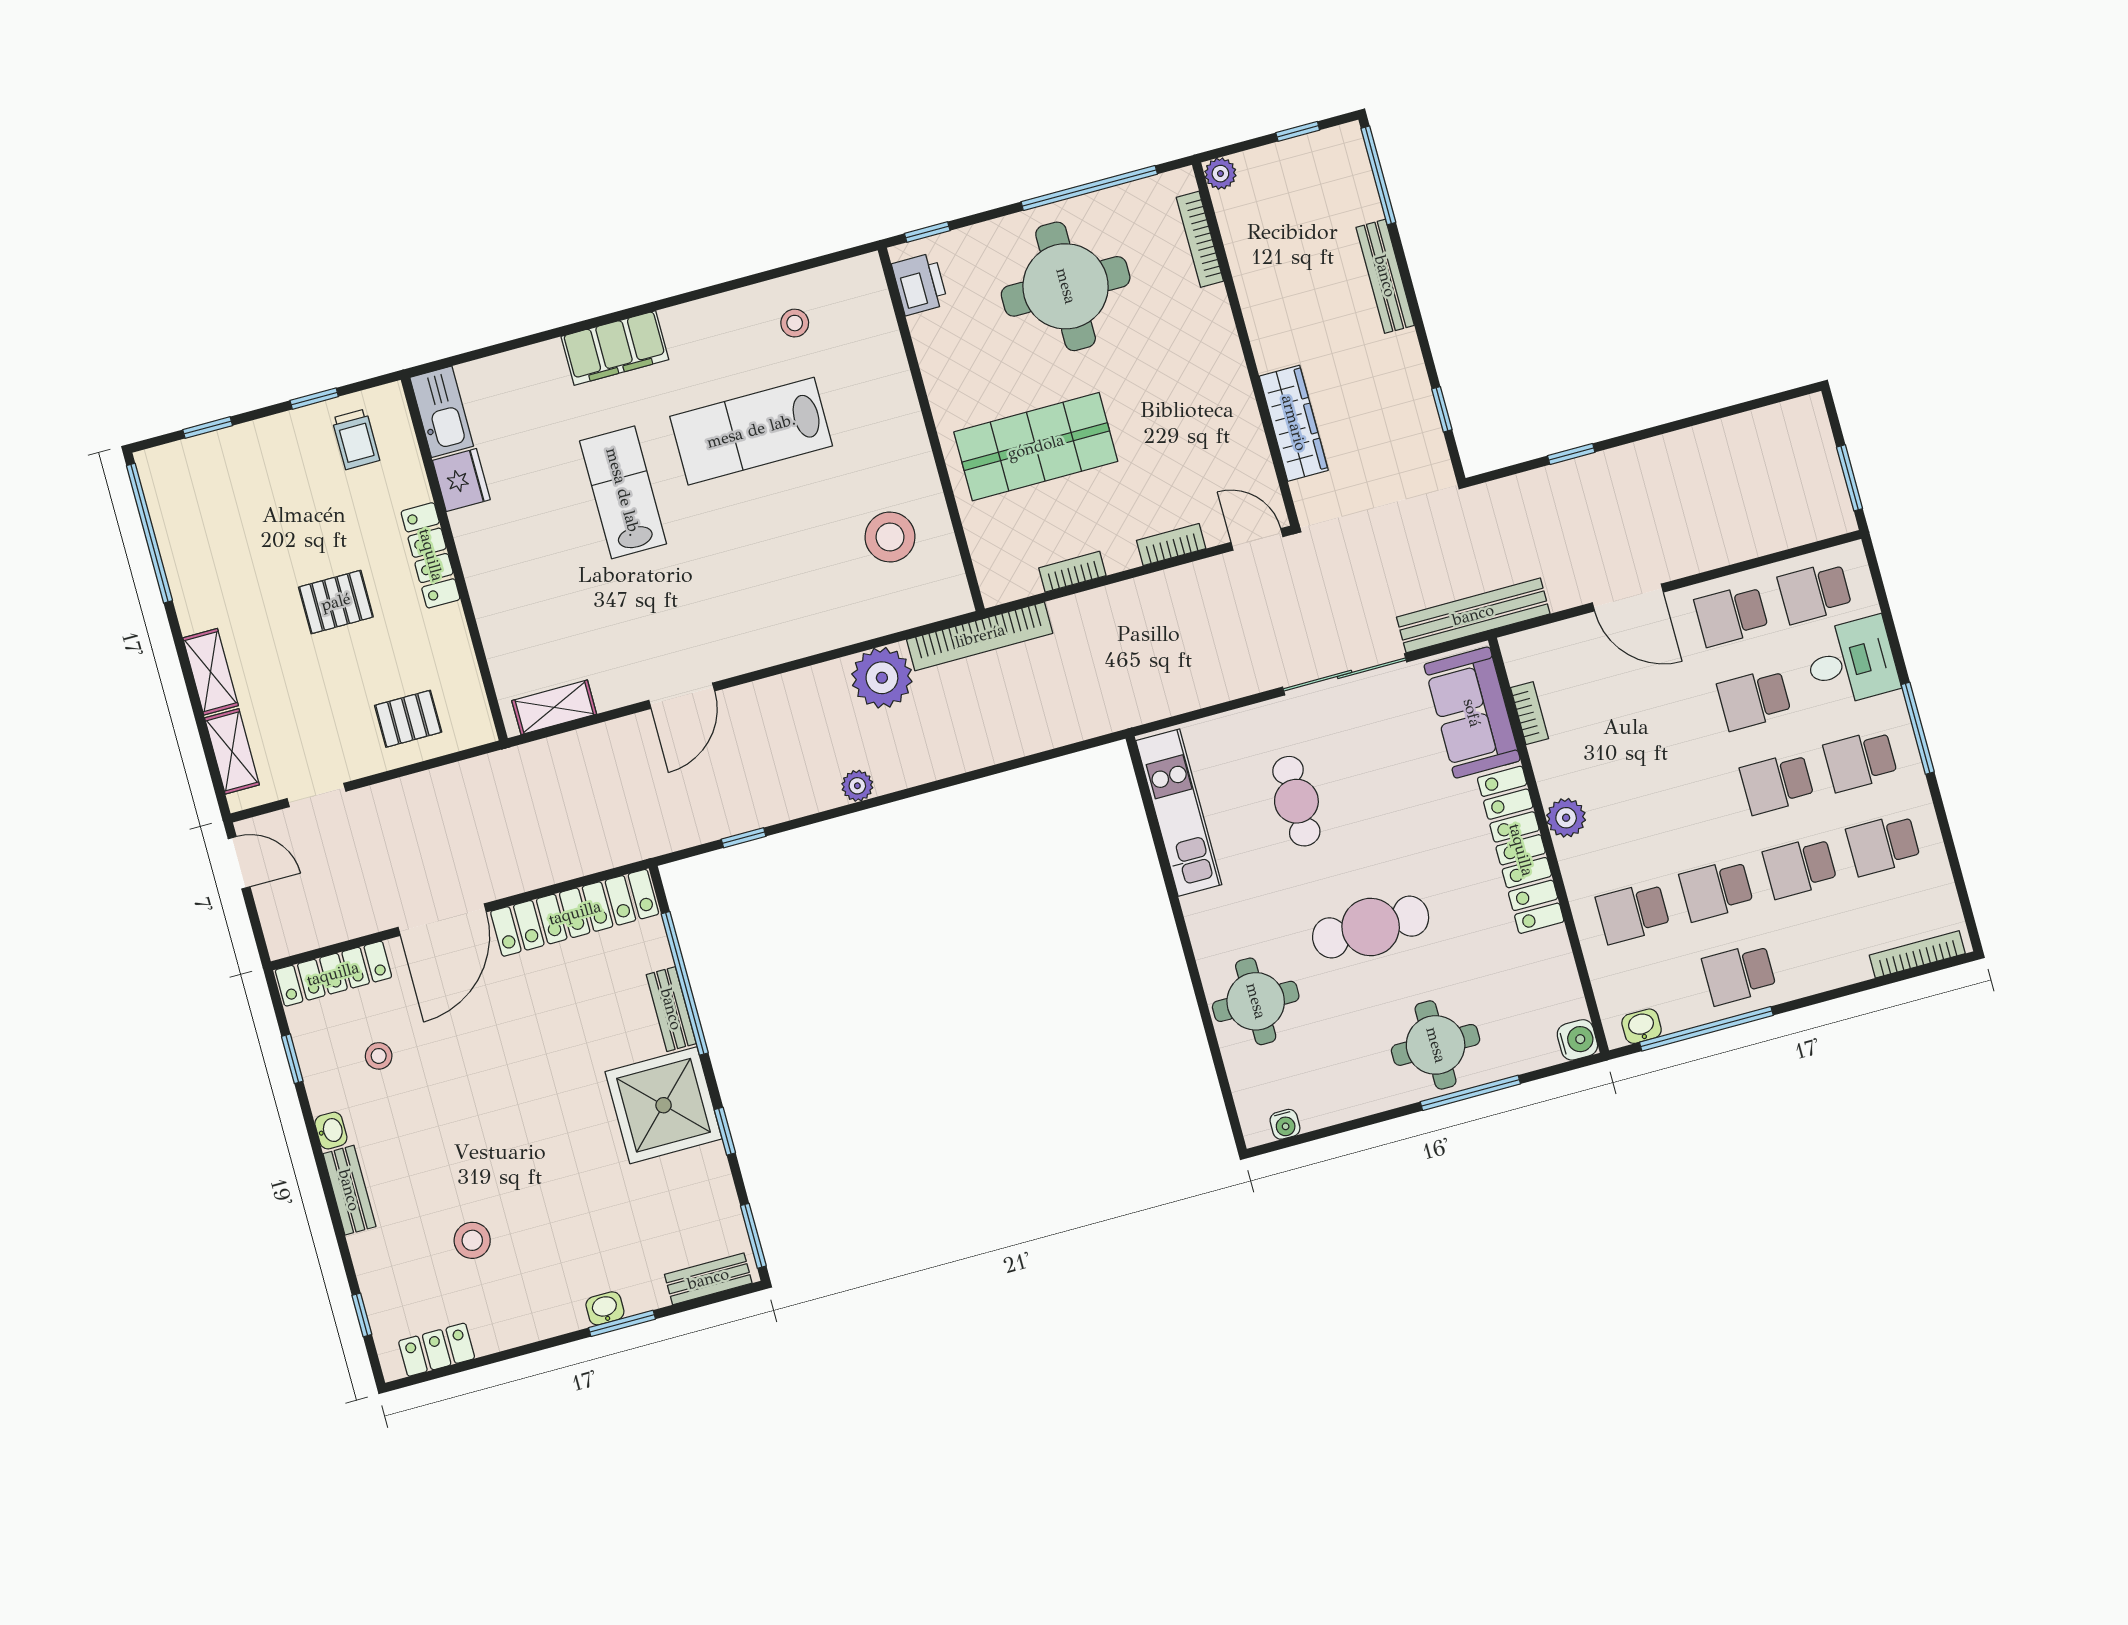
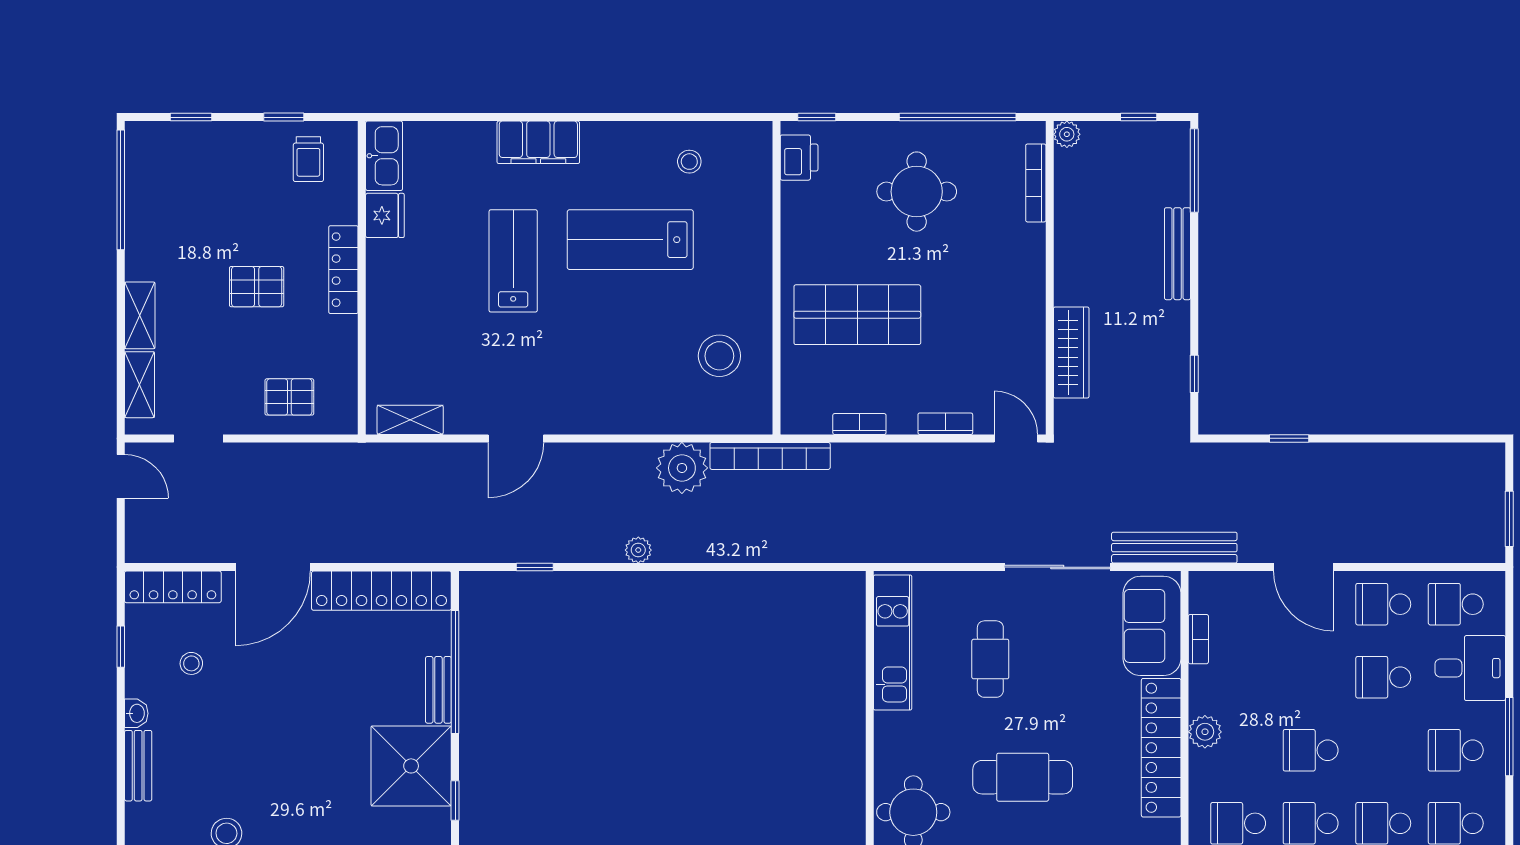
round table: (1066, 286) -> (917, 192), width x0.73, depth x0.73
school desk: (1777, 783) -> (1311, 750), moved

